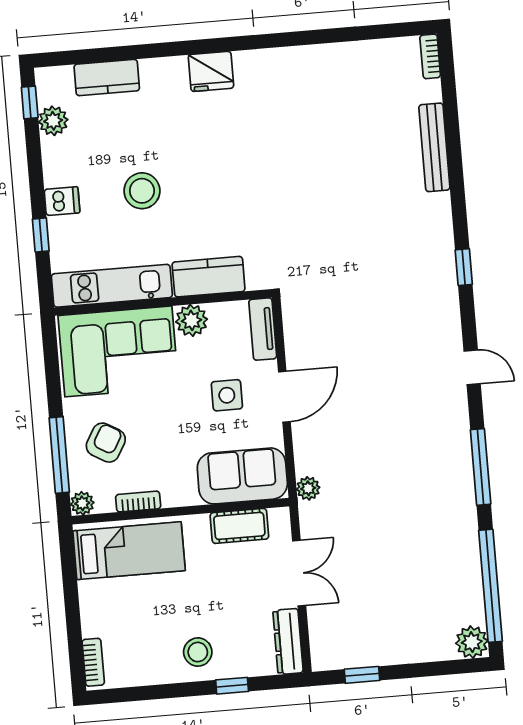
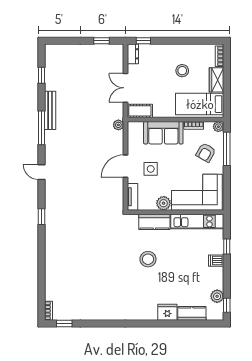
window: (392, 31) -> (64, 324), added
fridge: (211, 71) -> (167, 312), moved
bench: (434, 147) -> (50, 110), moved
stool: (142, 191) -> (148, 259), moved
sofa: (242, 476) -> (163, 133), moved
cot: (239, 526) -> (140, 111), moved
window: (491, 586) -> (42, 75), width x0.32
wardrobe: (95, 608) -> (216, 80), added
dresser: (288, 641) -> (133, 54), width x0.70
plant: (472, 642) -> (52, 51), removed
stool: (198, 652) -> (182, 71), moved
window: (232, 686) -> (143, 41), moved

